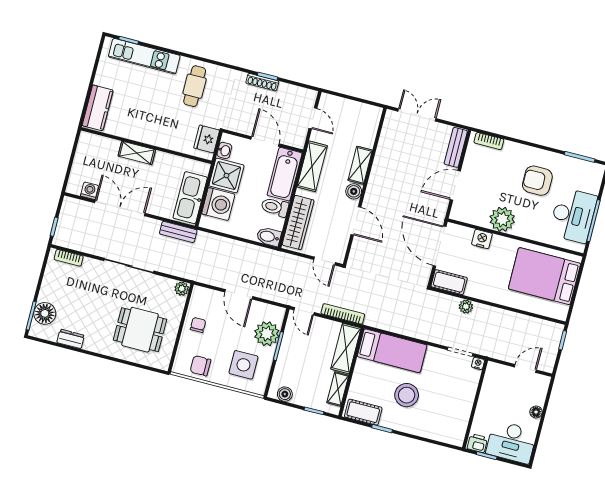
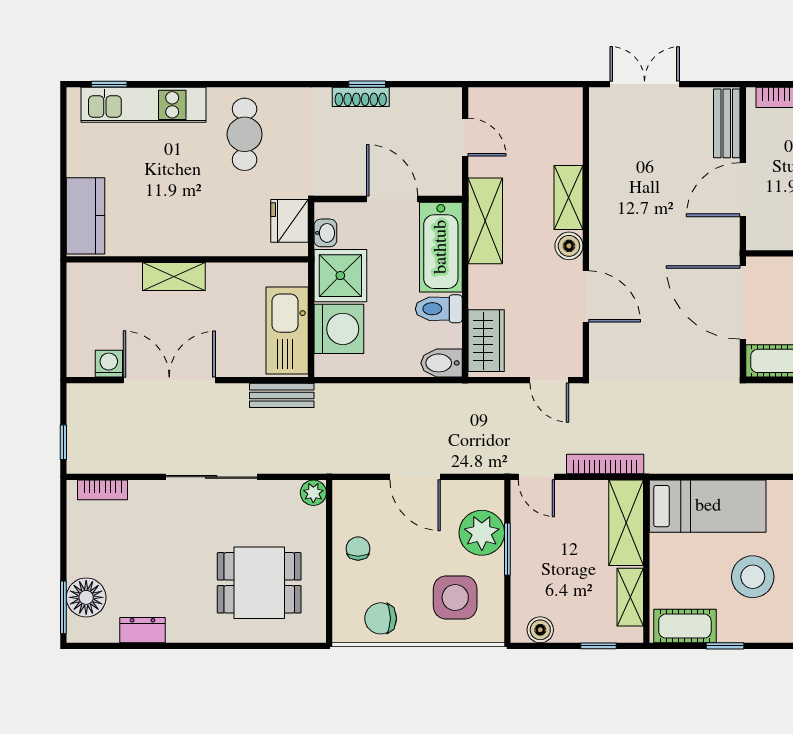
wardrobe: (298, 223) -> (486, 341), width x0.67

